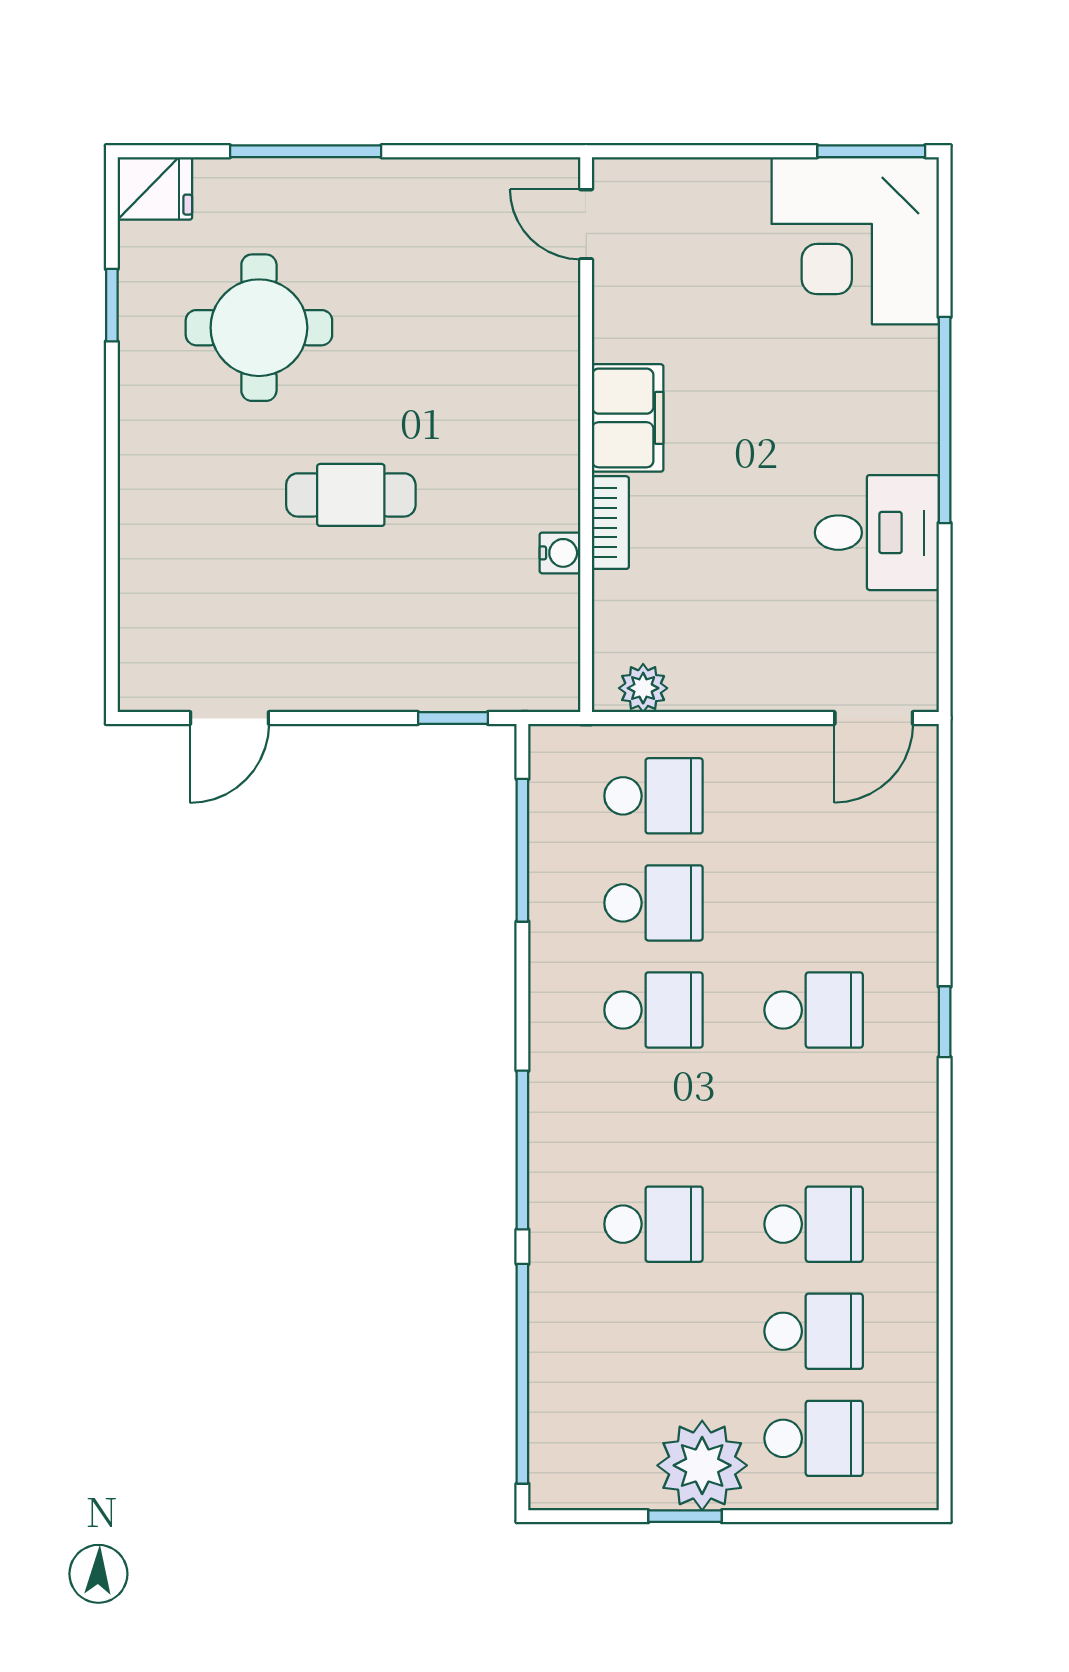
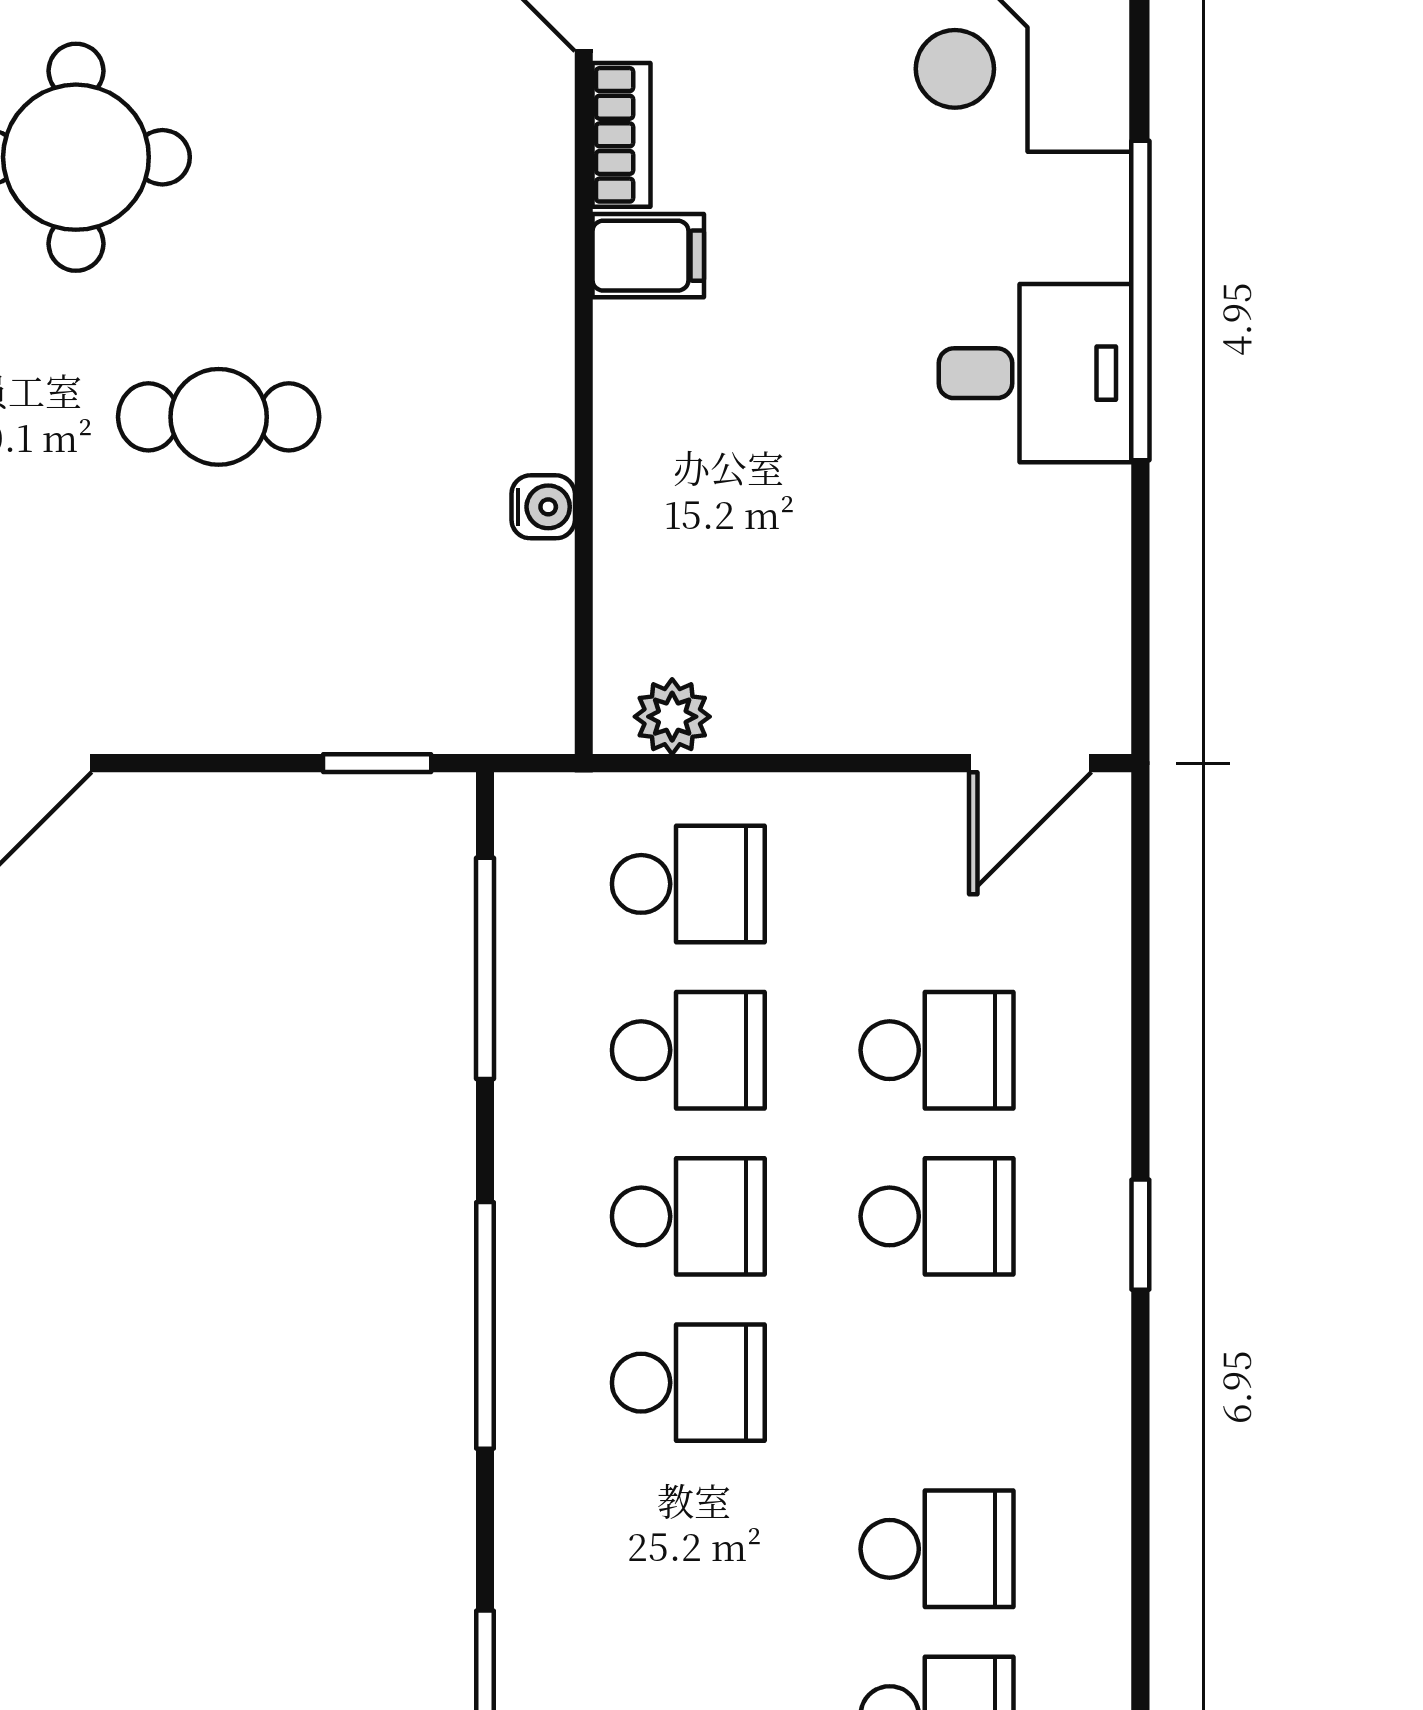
filing cabinet: (628, 418) -> (648, 256), width x0.50
bookcase: (610, 523) -> (621, 135), moved
desk: (877, 533) -> (1035, 373), moved
school desk: (814, 903) -> (937, 1050), added
window: (522, 1150) -> (485, 1325), moved
school desk: (653, 1224) -> (688, 1383), moved

